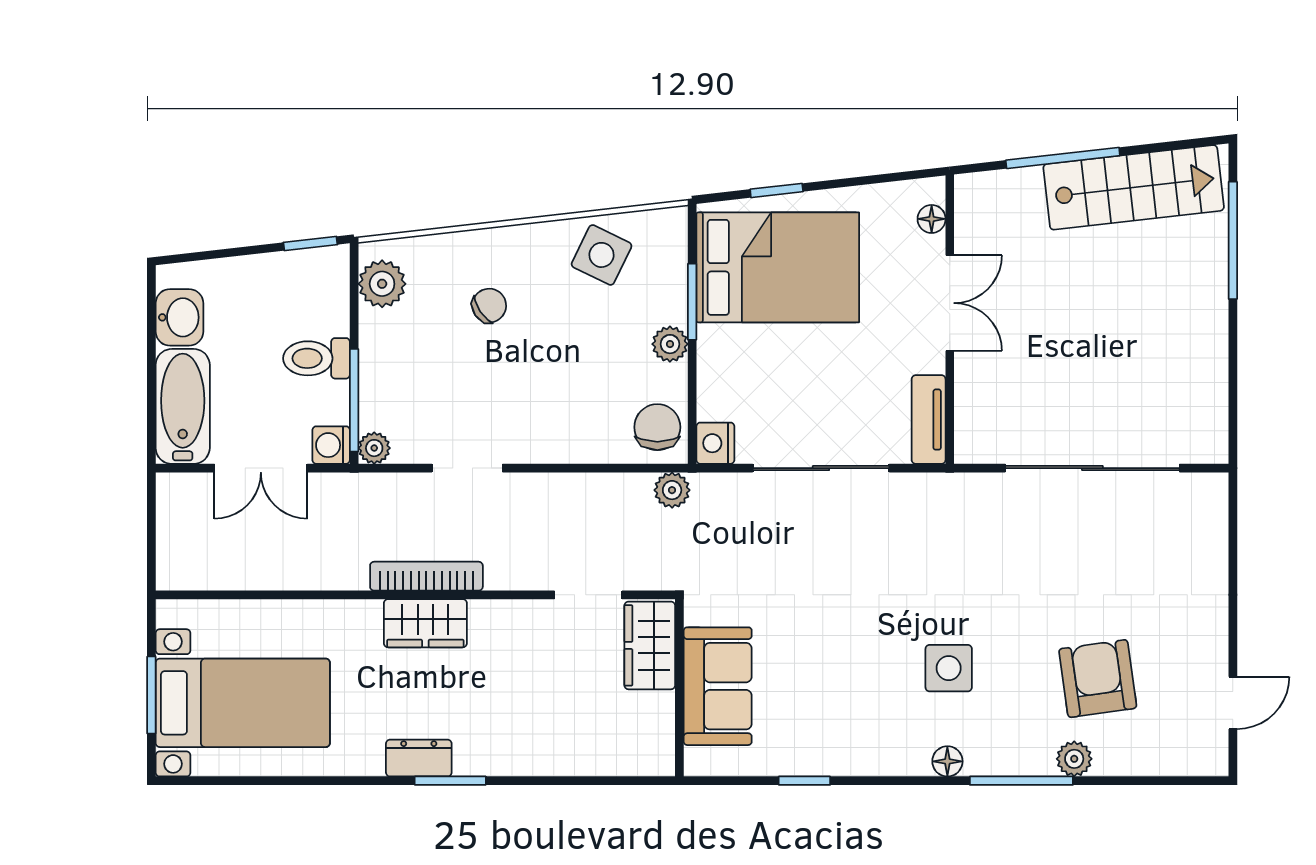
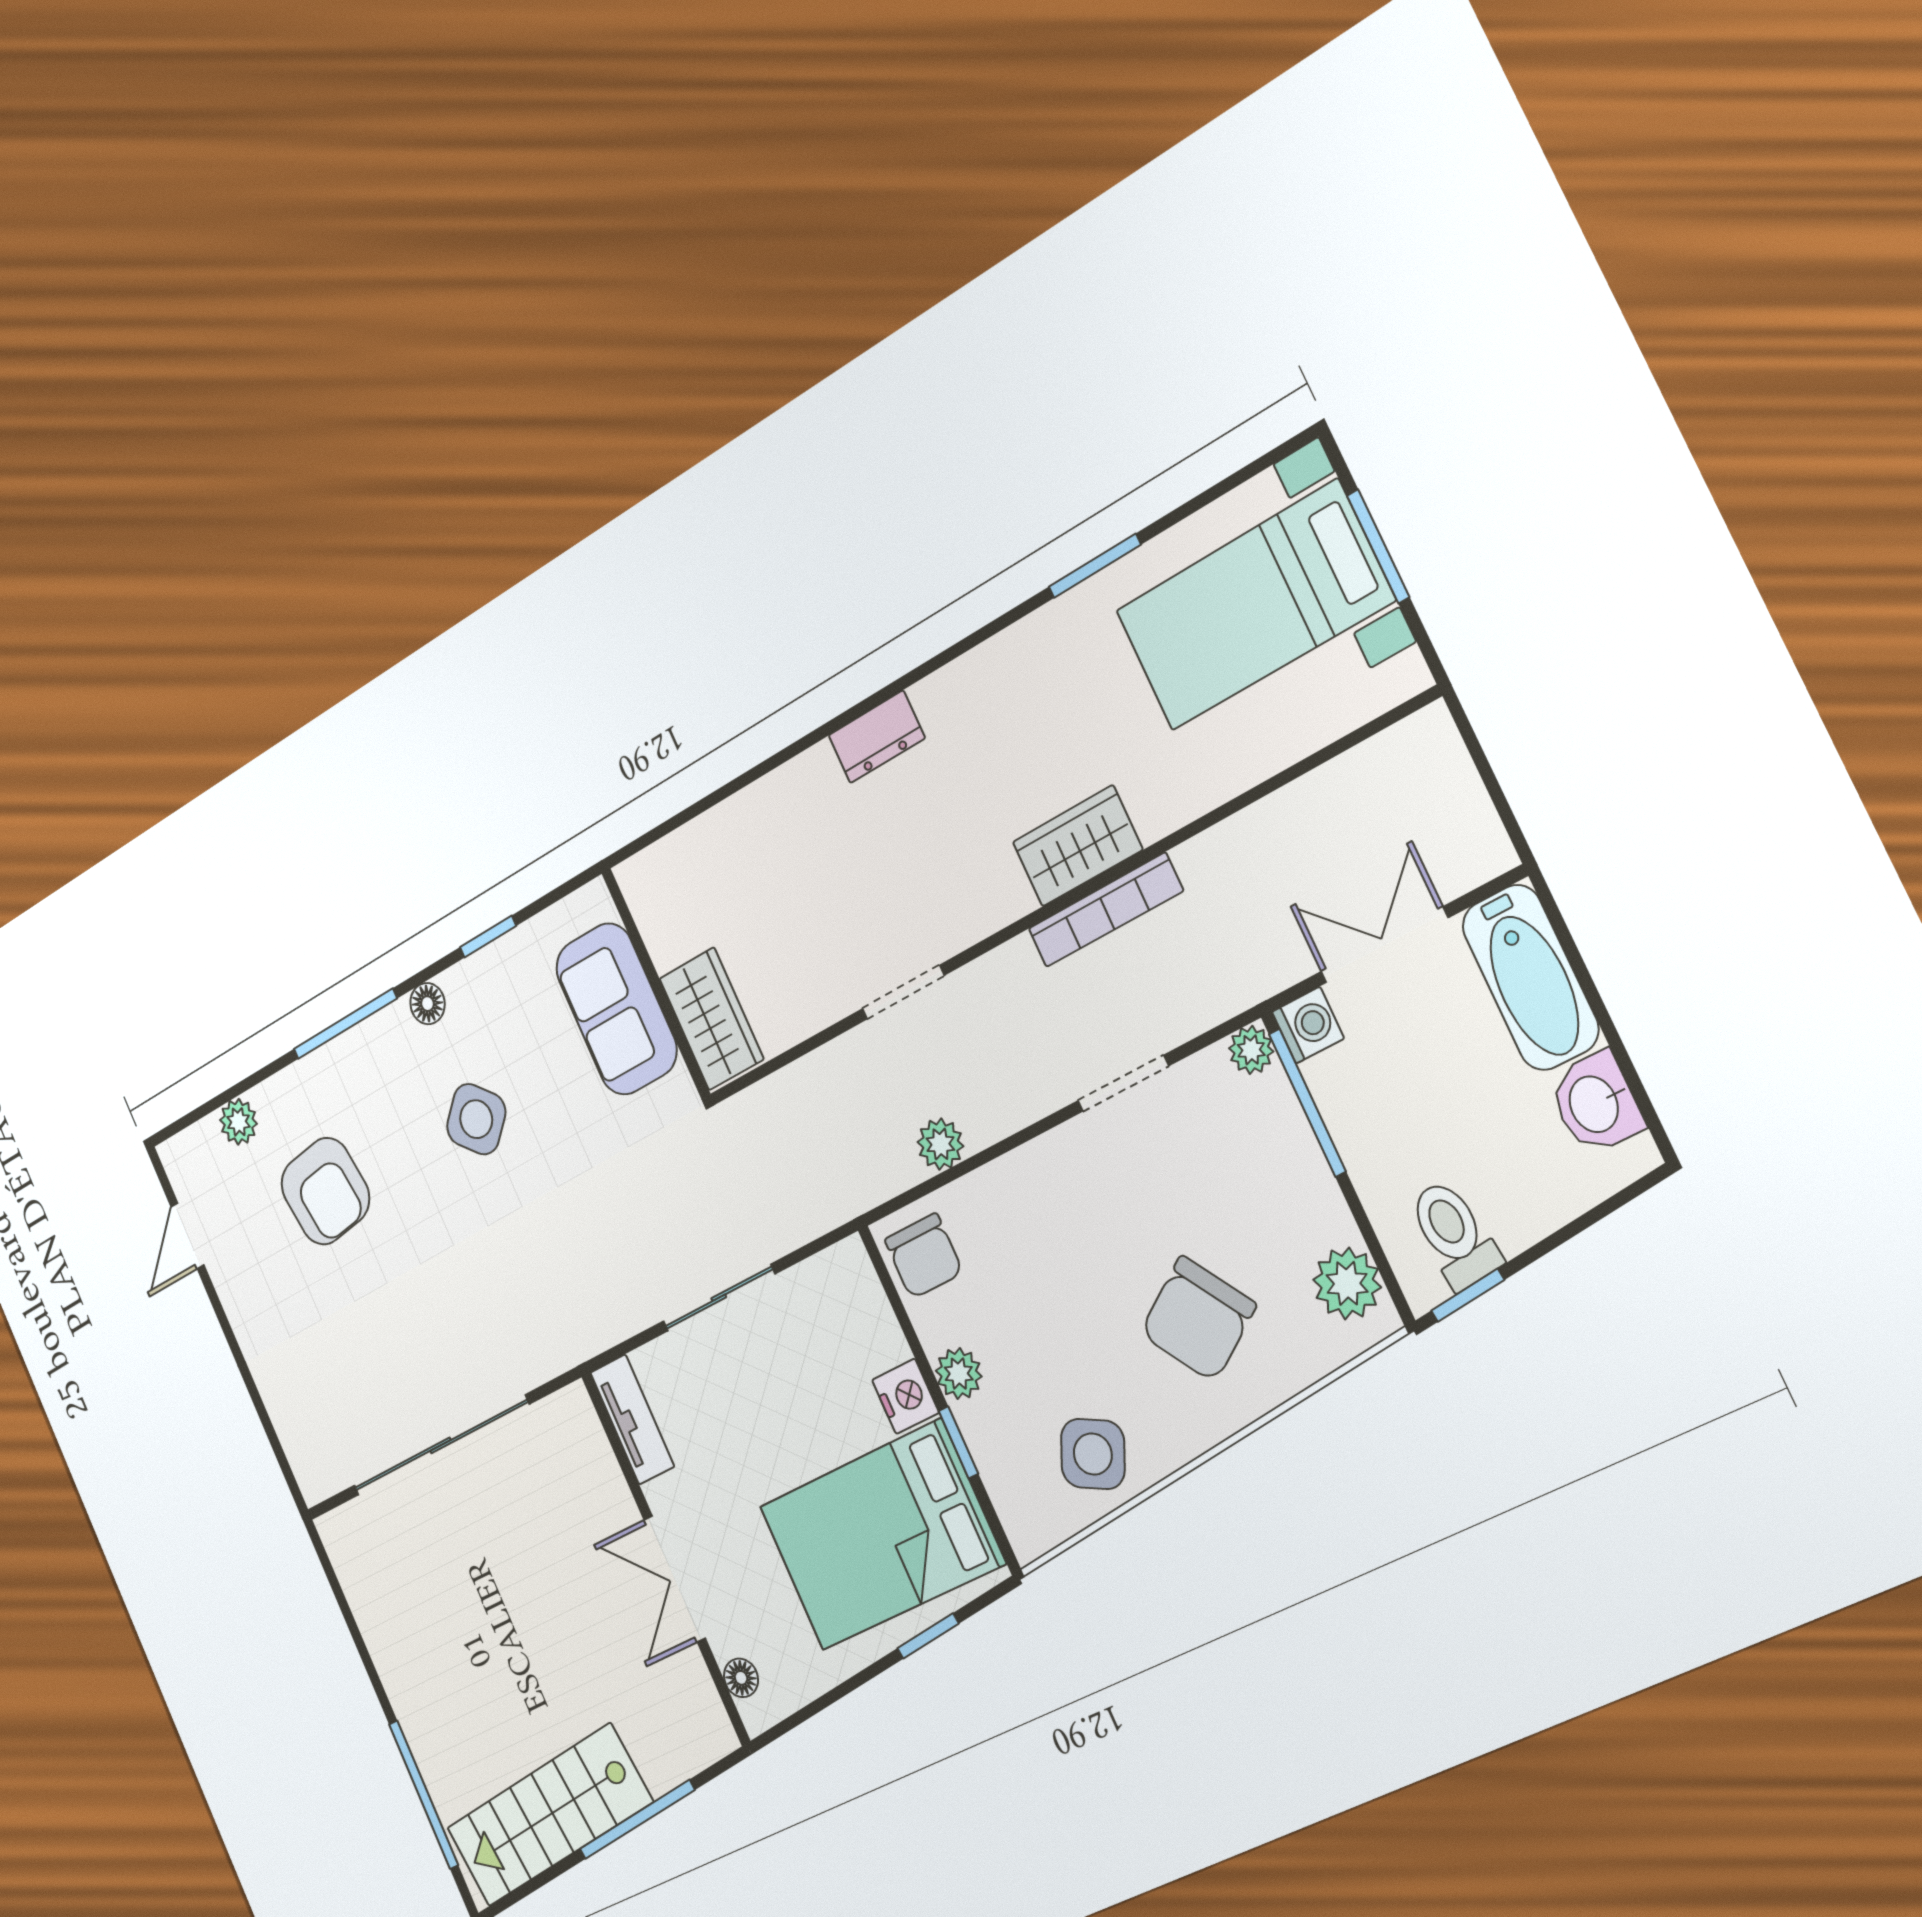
window: (692, 302) -> (958, 1442), width x0.67
chair: (489, 306) -> (1198, 1319), width x1.87, depth x1.87
toilet: (316, 358) -> (1454, 1234), moved, turned -96
nightstand: (715, 443) -> (906, 1396), moved
sliding door: (821, 468) -> (719, 1298), width x0.73
plant: (672, 490) -> (940, 1144), moved
wardrobe: (650, 645) -> (711, 1019), moved
side table: (949, 668) -> (476, 1119), turned 45
sofa: (718, 686) -> (616, 1009), moved
wall: (679, 688) -> (656, 983), moved
dresser: (419, 758) -> (877, 737), moved
plant: (1074, 759) -> (239, 1122), moved
window: (450, 781) -> (1095, 566), moved
window: (804, 781) -> (488, 937), moved

